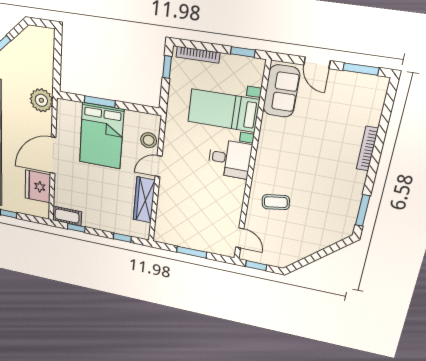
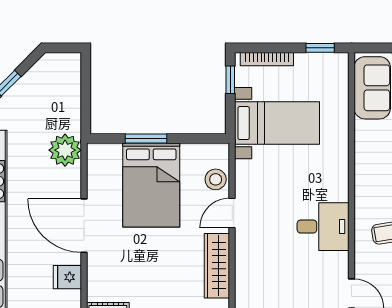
bed with nightstands: (223, 111) -> (277, 123), moved, turned 180
door: (53, 155) -> (84, 226), hinge flipped
desk: (230, 159) -> (323, 227), moved
fridge: (38, 186) -> (67, 277), width x0.53, depth x0.75

